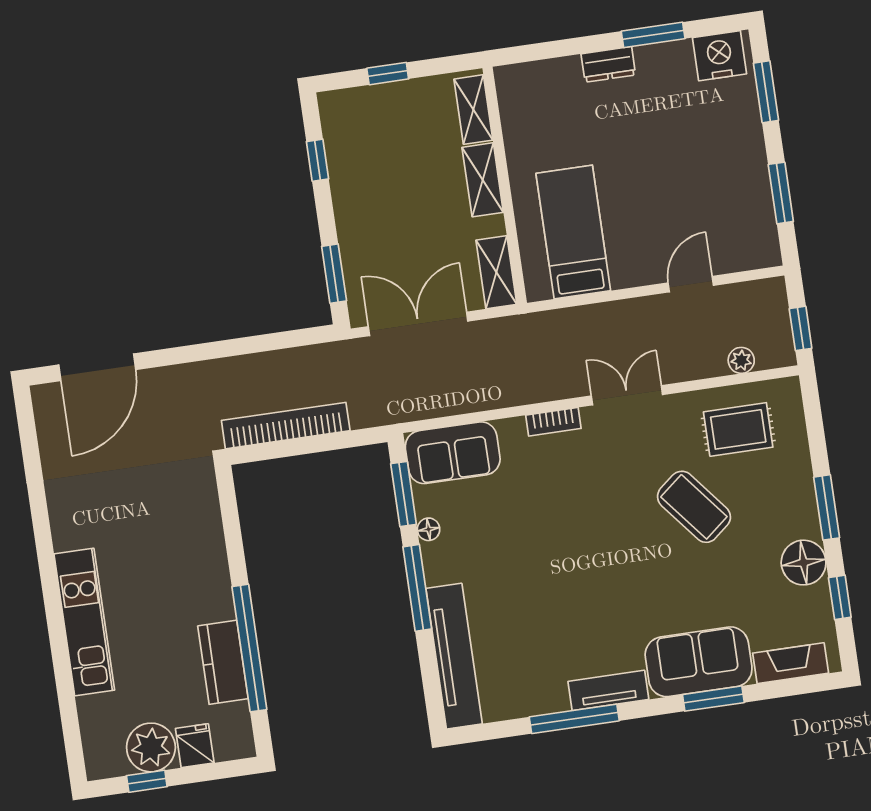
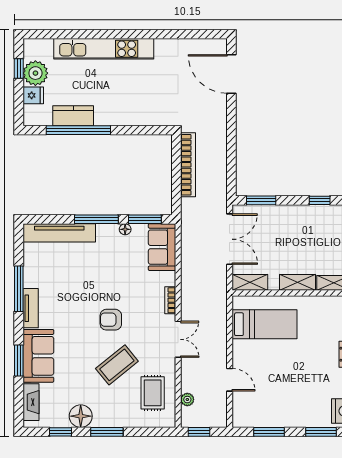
armchair: (608, 532) -> (111, 320), added
kitchen unit: (84, 622) -> (104, 49), width x1.36

